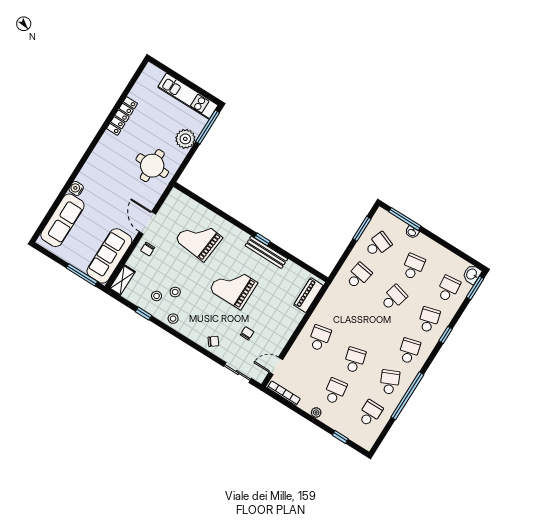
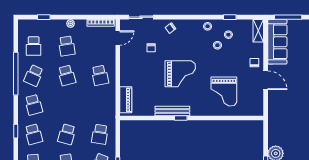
round table: (152, 166) -> (287, 121), removed
grand piano: (199, 239) -> (224, 91), turned 84
school desk: (390, 382) -> (34, 75), turned 48

